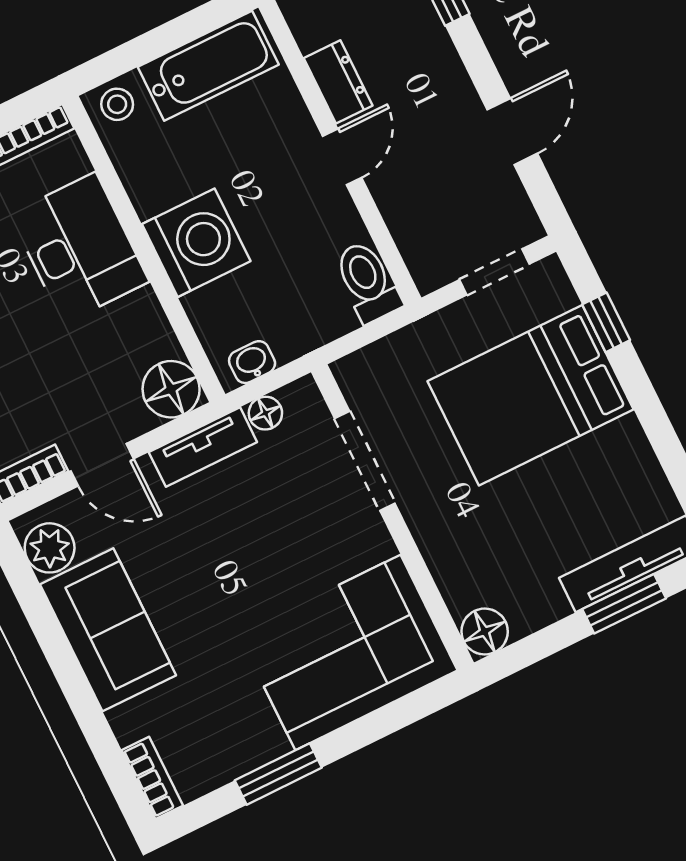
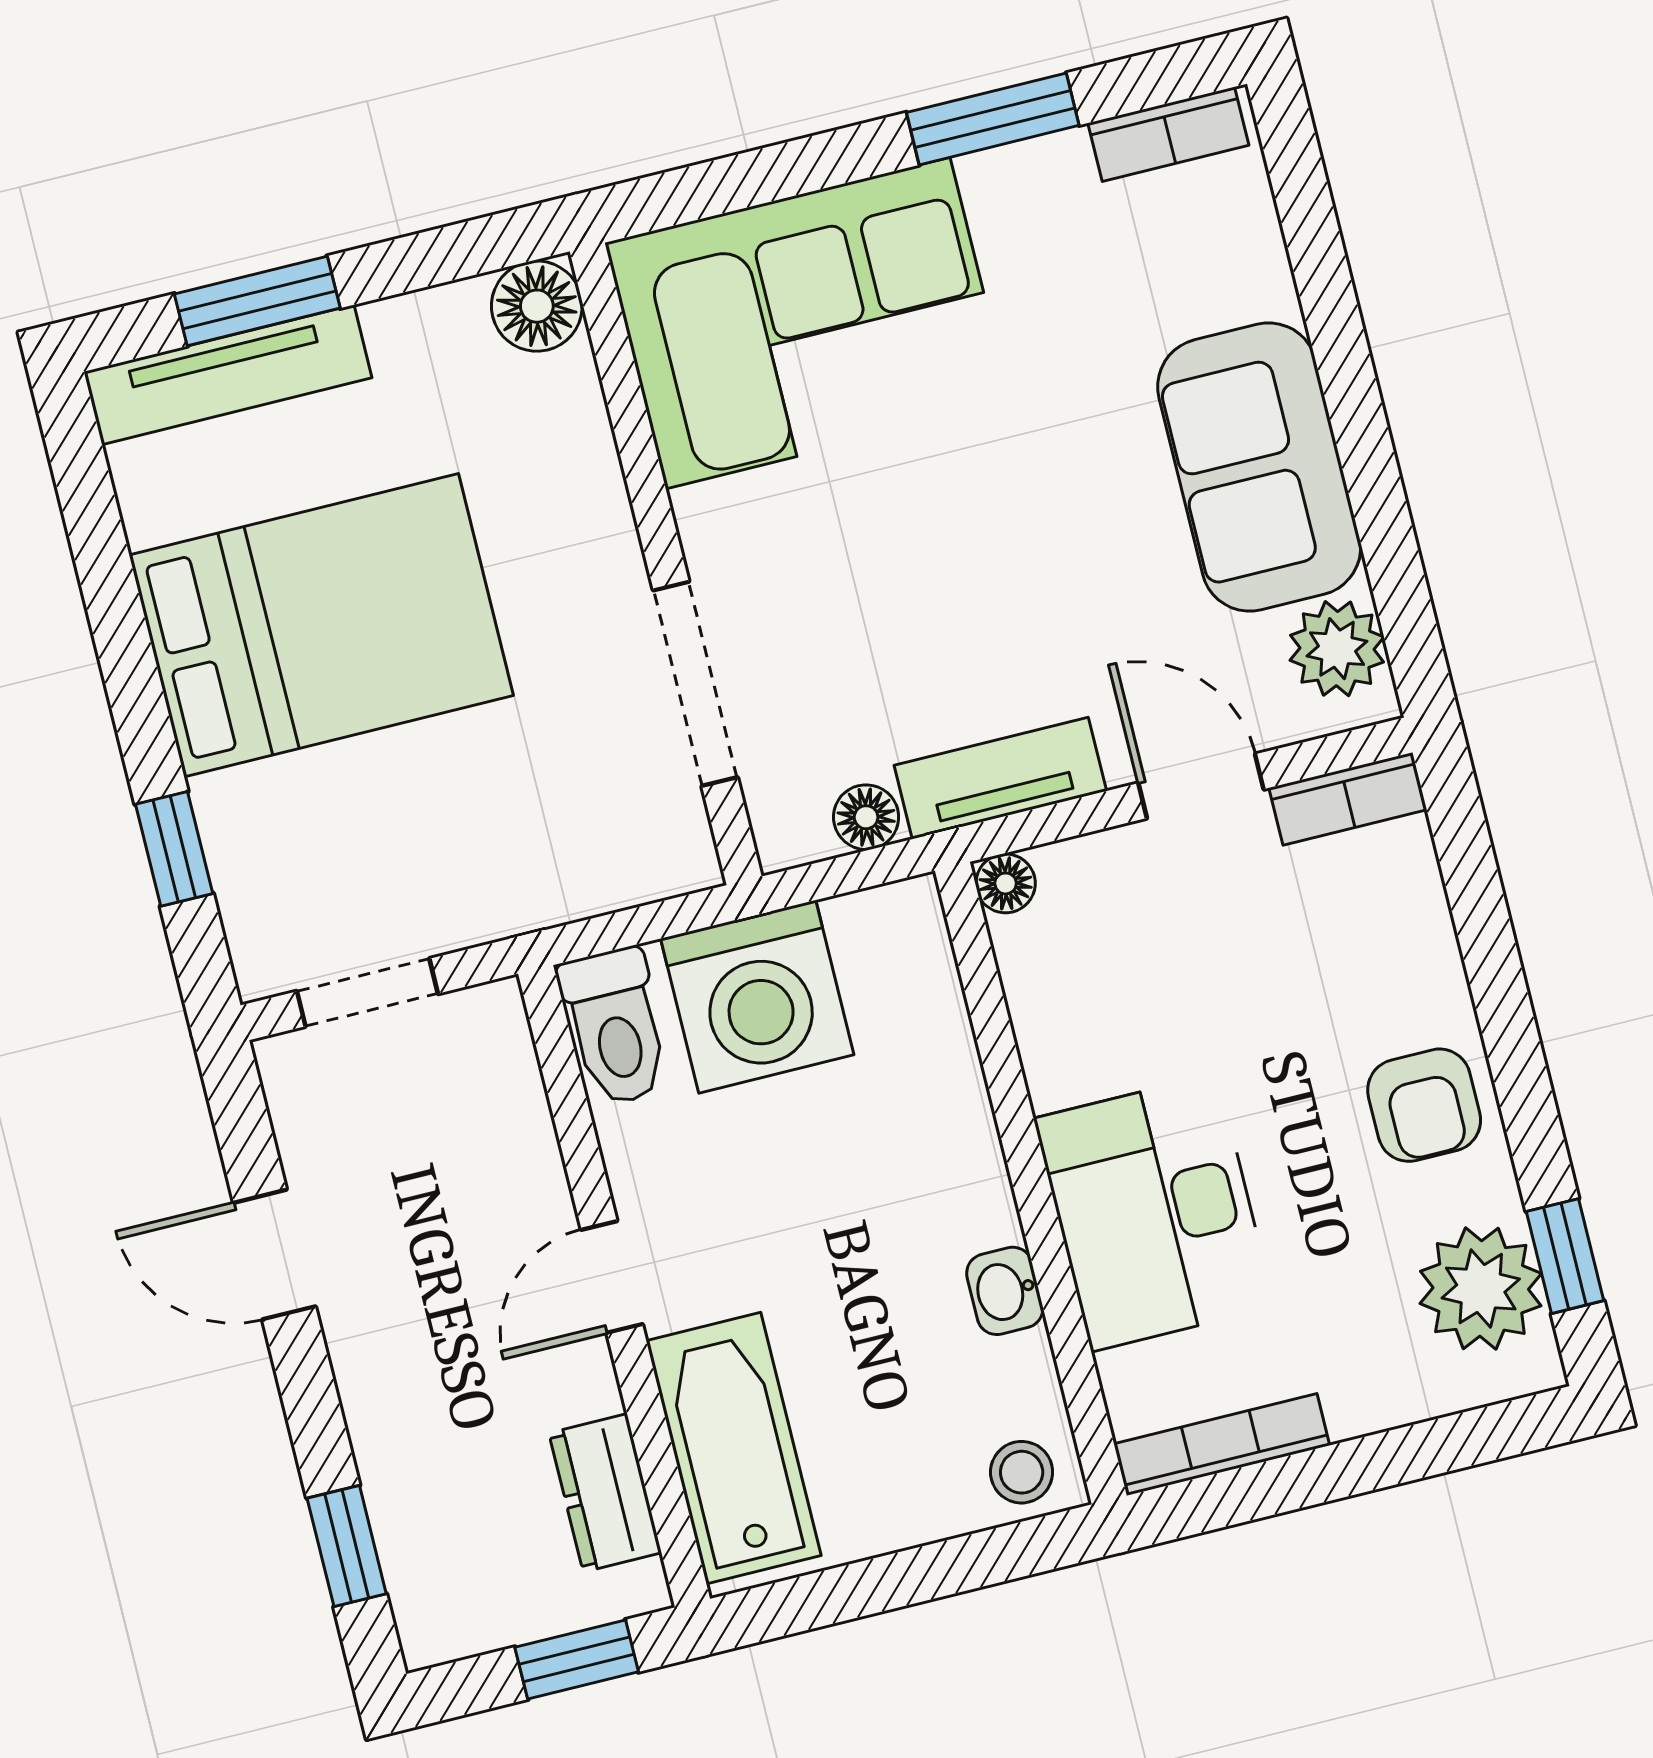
bathtub: (208, 66) -> (733, 1448), moved, turned 90
dresser: (338, 82) -> (605, 1493), moved
door: (512, 132) -> (274, 1255), hinge flipped
washing machine: (196, 243) -> (757, 997), moved, turned -90
washbasin: (252, 362) -> (1005, 1291), moved, turned 90
floor lamp: (171, 389) -> (1006, 883), width x0.53, depth x0.53
bed: (531, 395) -> (321, 625), moved
bookcase: (152, 778) -> (1168, 134), moved, turned -90

